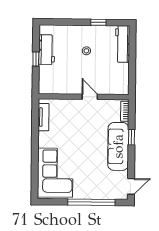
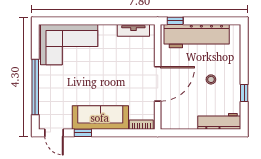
workbench: (47, 50) -> (197, 36), width x1.88, depth x1.32
window: (36, 59) -> (175, 21), moved
door: (90, 97) -> (158, 84), width x1.87
window: (132, 137) -> (83, 133), moved

